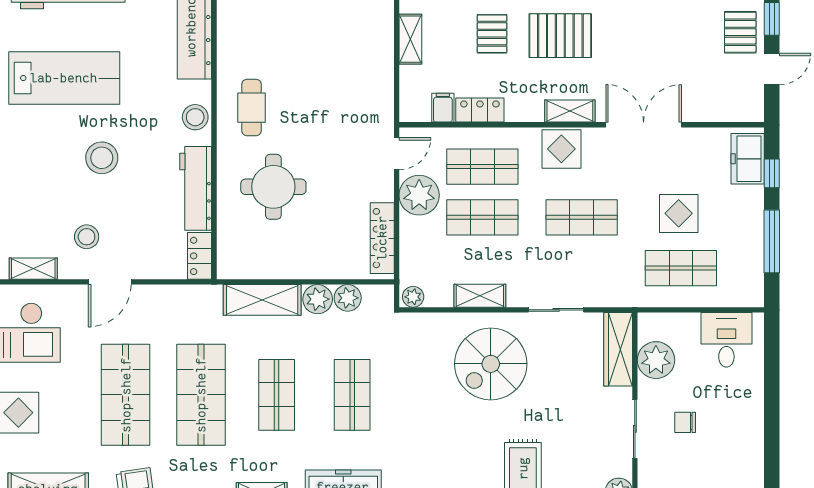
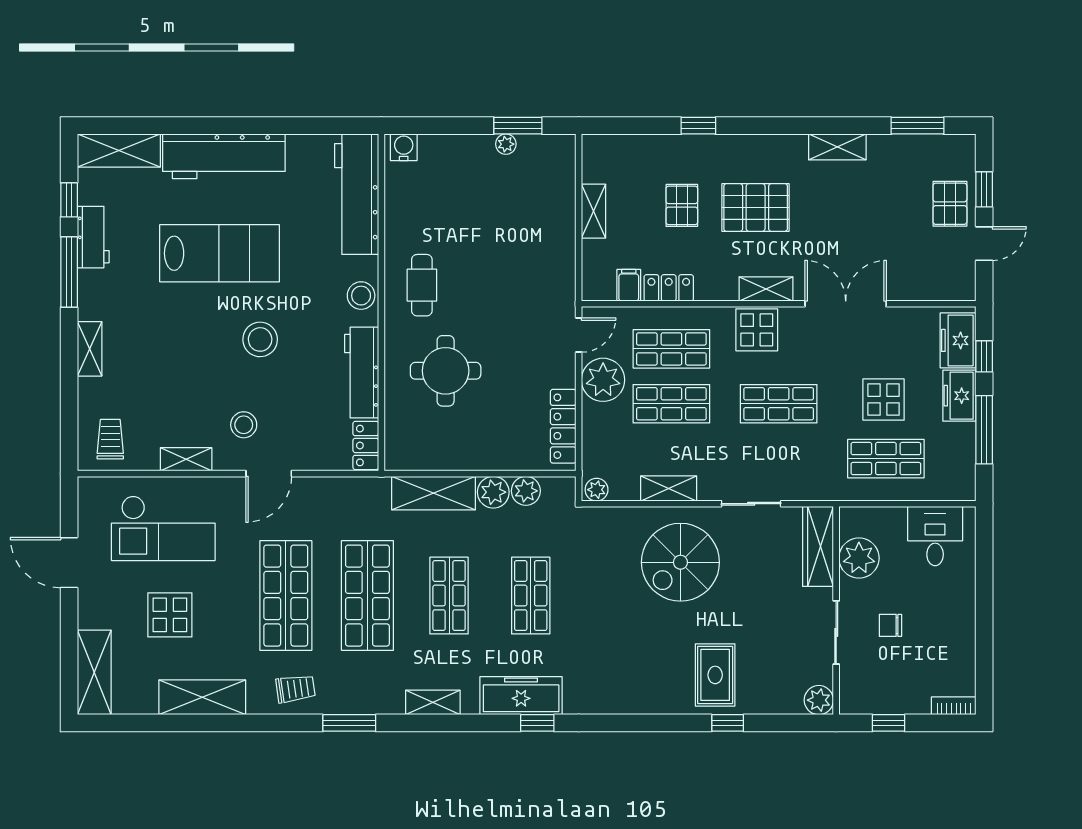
freezer: (749, 210) -> (959, 396), added

